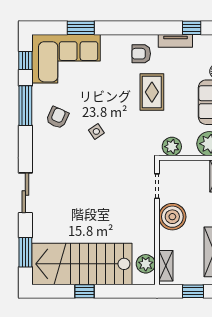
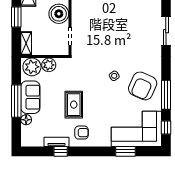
window: (192, 28) -> (61, 151), moved
armchair: (57, 118) -> (143, 86), width x1.88, depth x1.88
plant: (172, 147) -> (49, 65), moved

